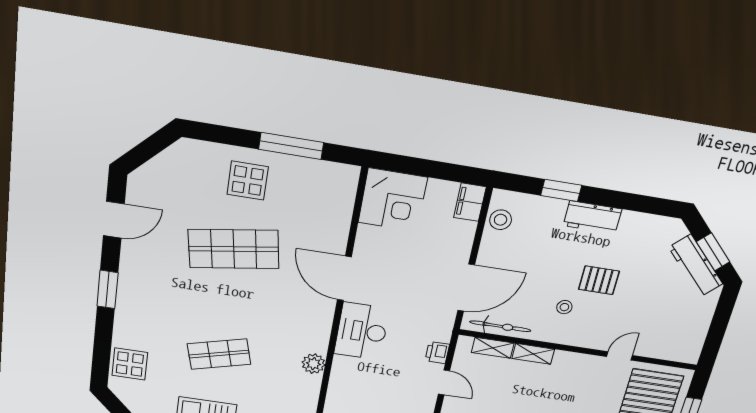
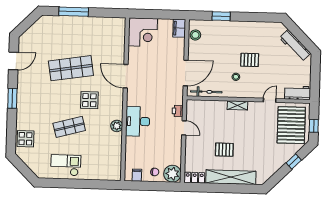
window: (291, 146) -> (74, 12), moved
display table: (248, 181) -> (89, 100), moved
workbench: (593, 217) -> (298, 93), moved, turned 180
window: (713, 252) -> (302, 37), removed
desk: (362, 331) -> (138, 121), moved
shelving: (493, 348) -> (205, 104), removed
shelving: (533, 354) -> (237, 105), moved

